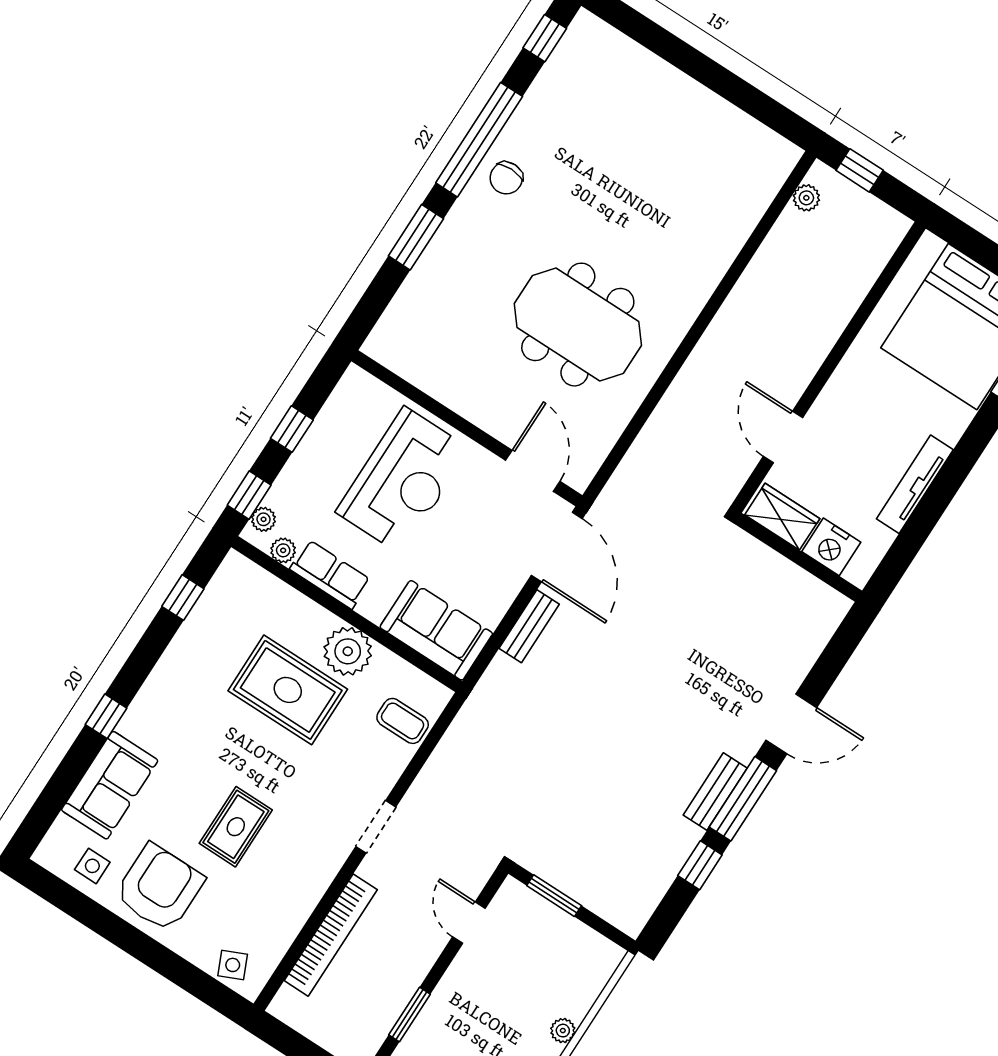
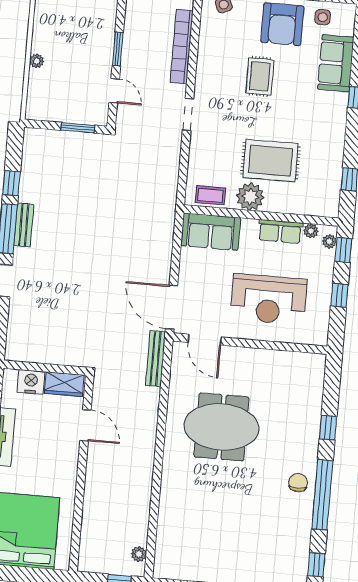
window: (416, 237) -> (328, 428), width x0.67
reception desk: (403, 480) -> (269, 299), turned -90
bench: (529, 626) -> (156, 359), moved, width x1.36
coffee table: (403, 721) -> (210, 195), moved
window: (409, 1015) -> (118, 49), moved

